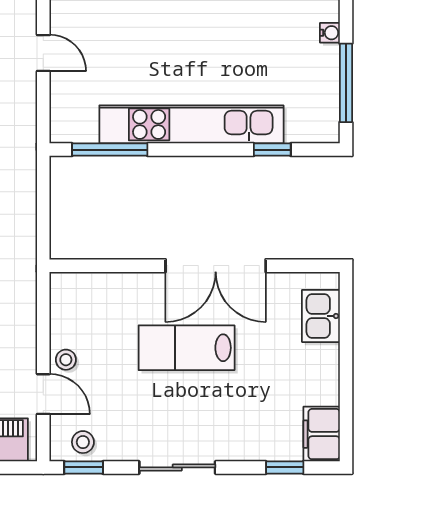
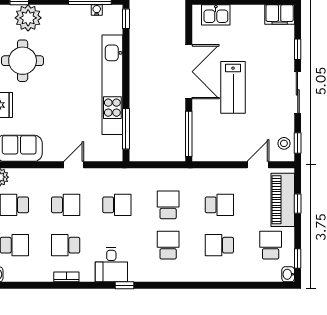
water cooler: (330, 33) -> (97, 10), moved
window: (272, 150) -> (126, 19), moved
window: (100, 266) -> (189, 134), added
stool: (66, 360) -> (239, 153), removed
window: (285, 467) -> (298, 49), moved

